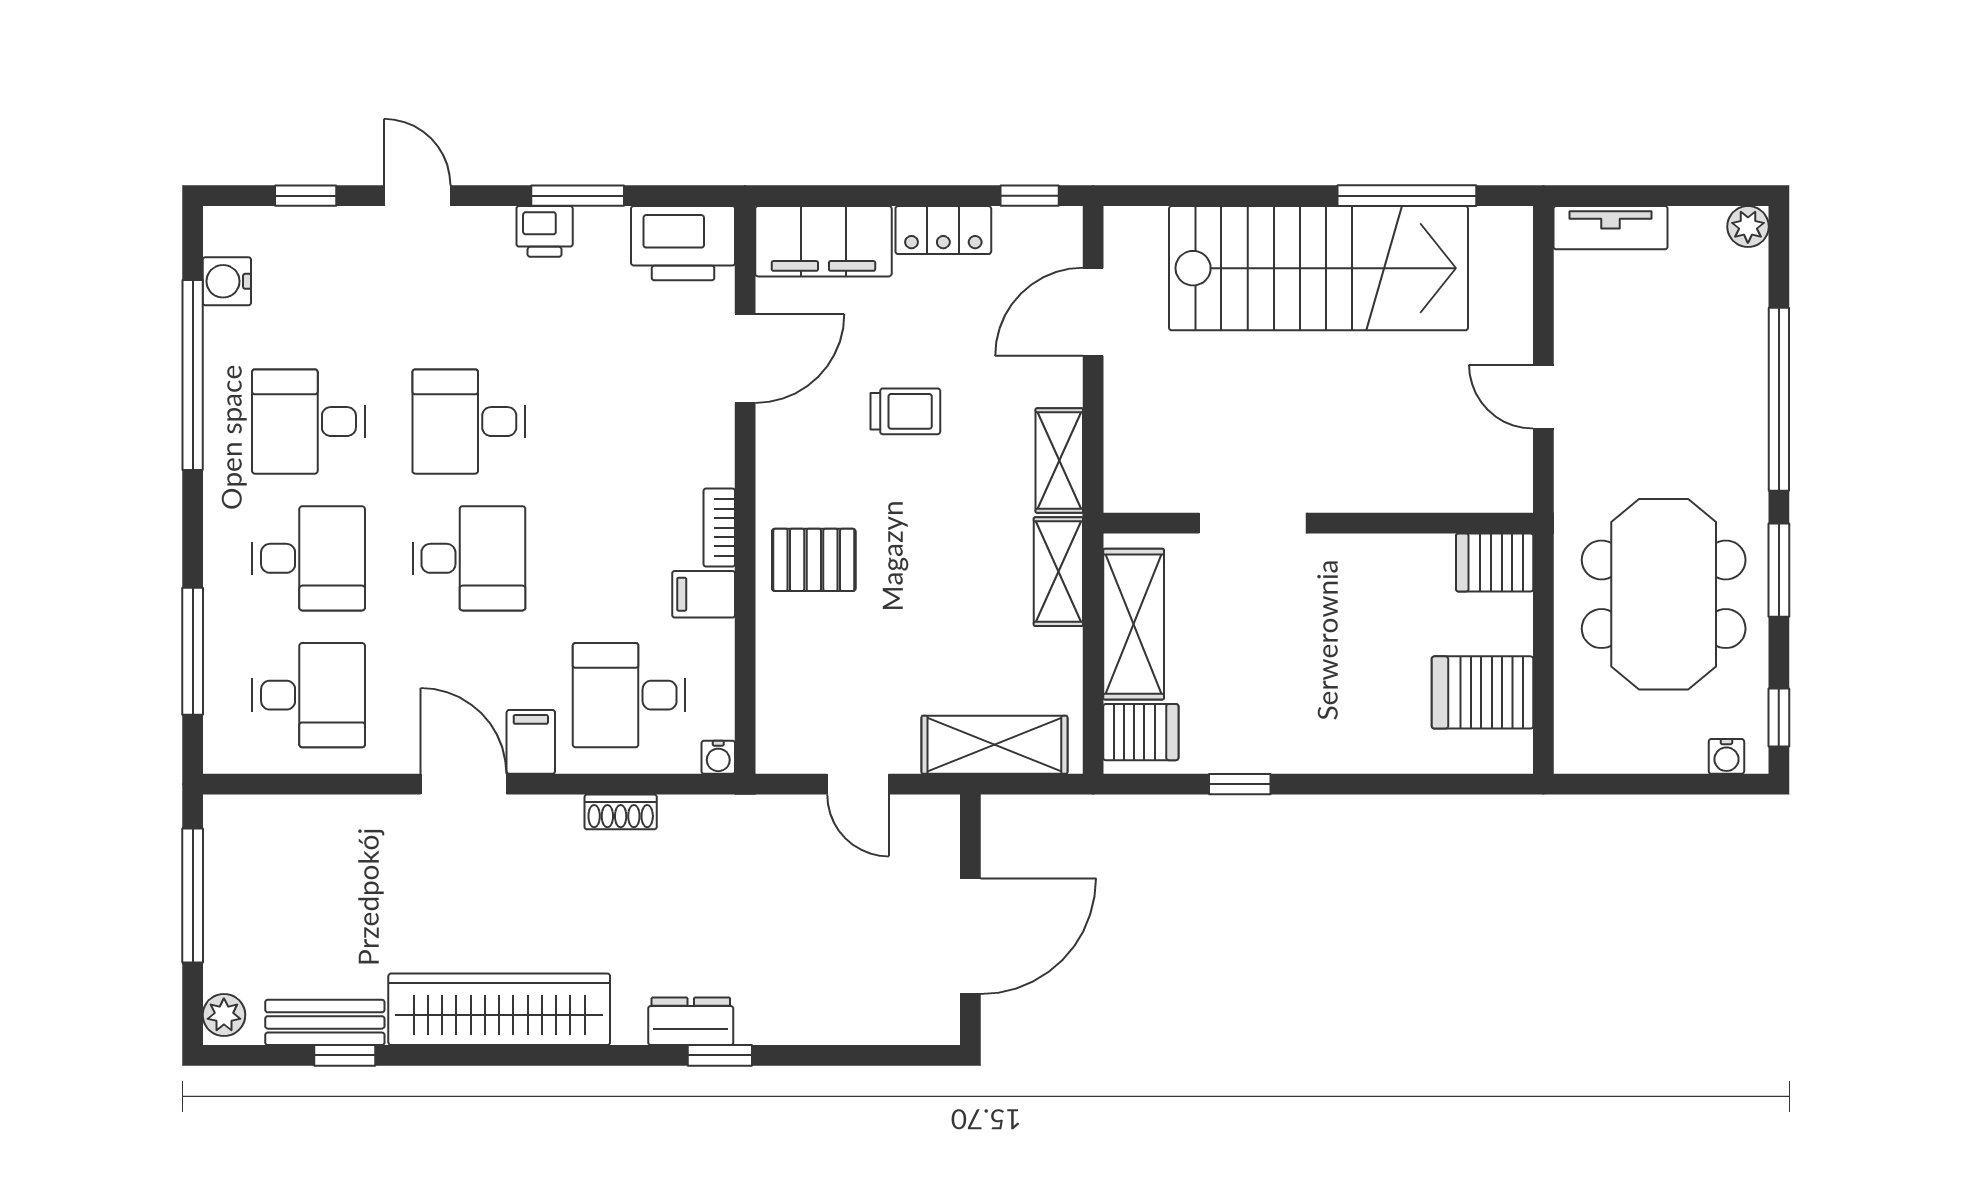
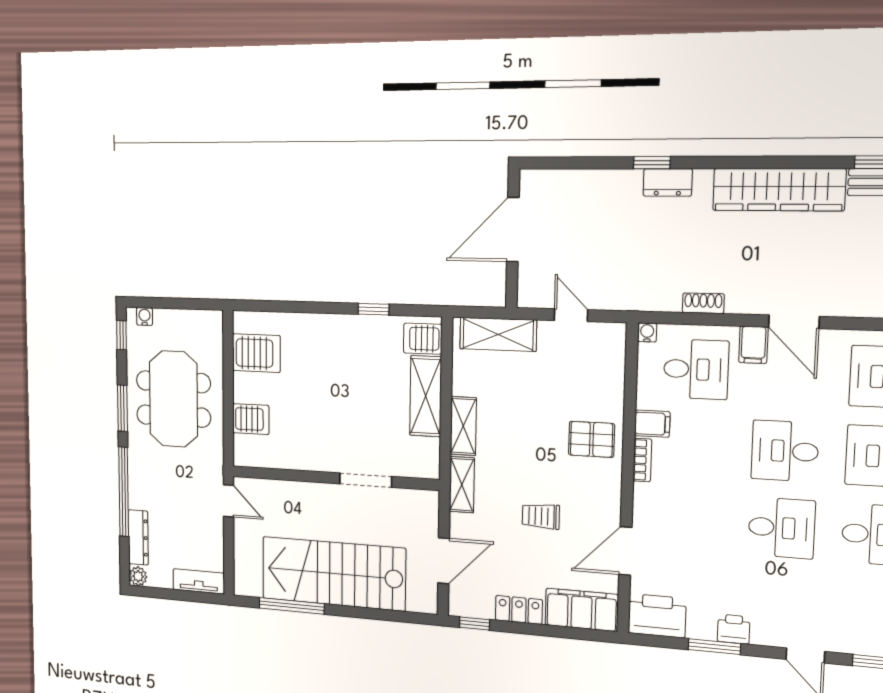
dresser: (1747, 307) -> (138, 537), added
doorway: (1253, 523) -> (366, 480), moved
wall: (1318, 523) -> (334, 478), moved

